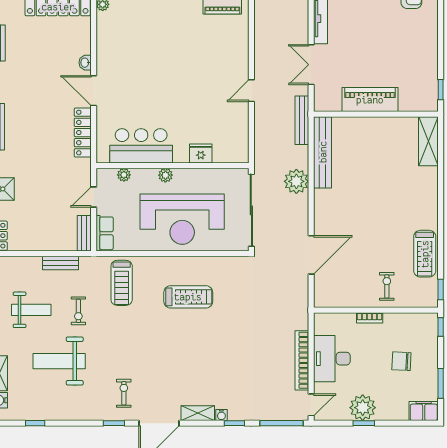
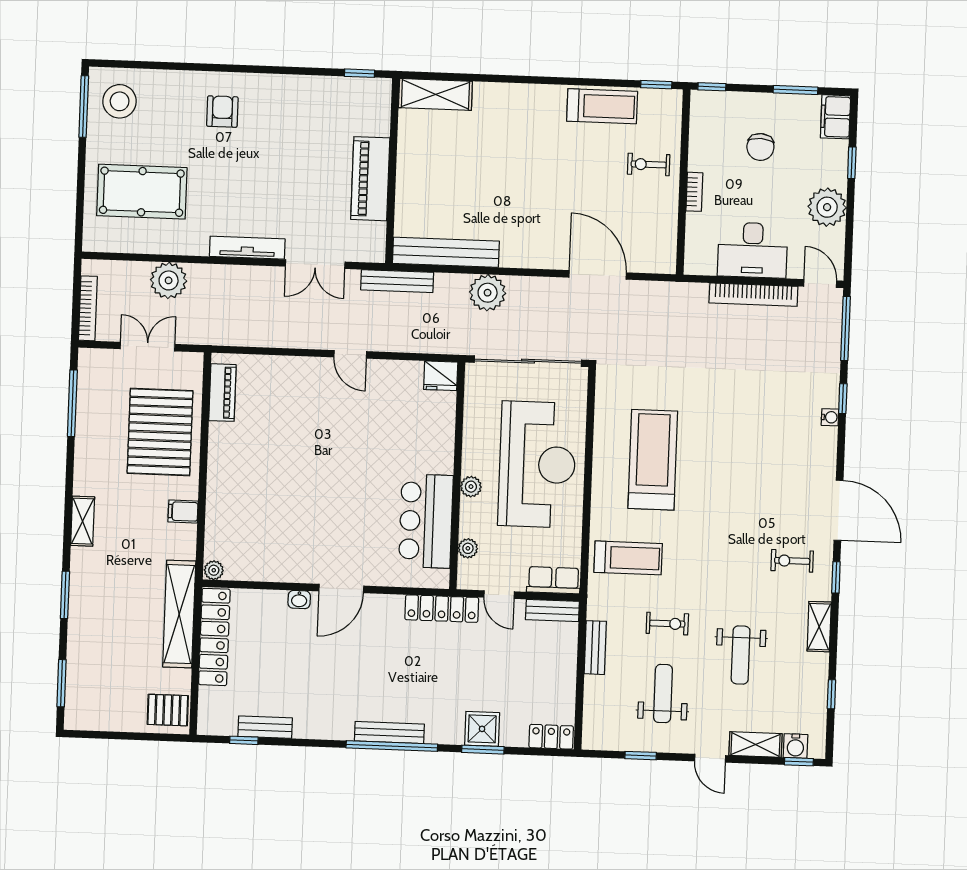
locker: (83, 133) -> (442, 609), moved
fridge: (201, 154) -> (441, 376), moved, turned -90
treadmill: (188, 297) -> (653, 460), width x1.37, depth x1.38
weight bench: (59, 361) -> (741, 655), width x0.73, depth x0.75
shelving: (198, 413) -> (819, 627), moved
window: (364, 423) -> (852, 163), moved

